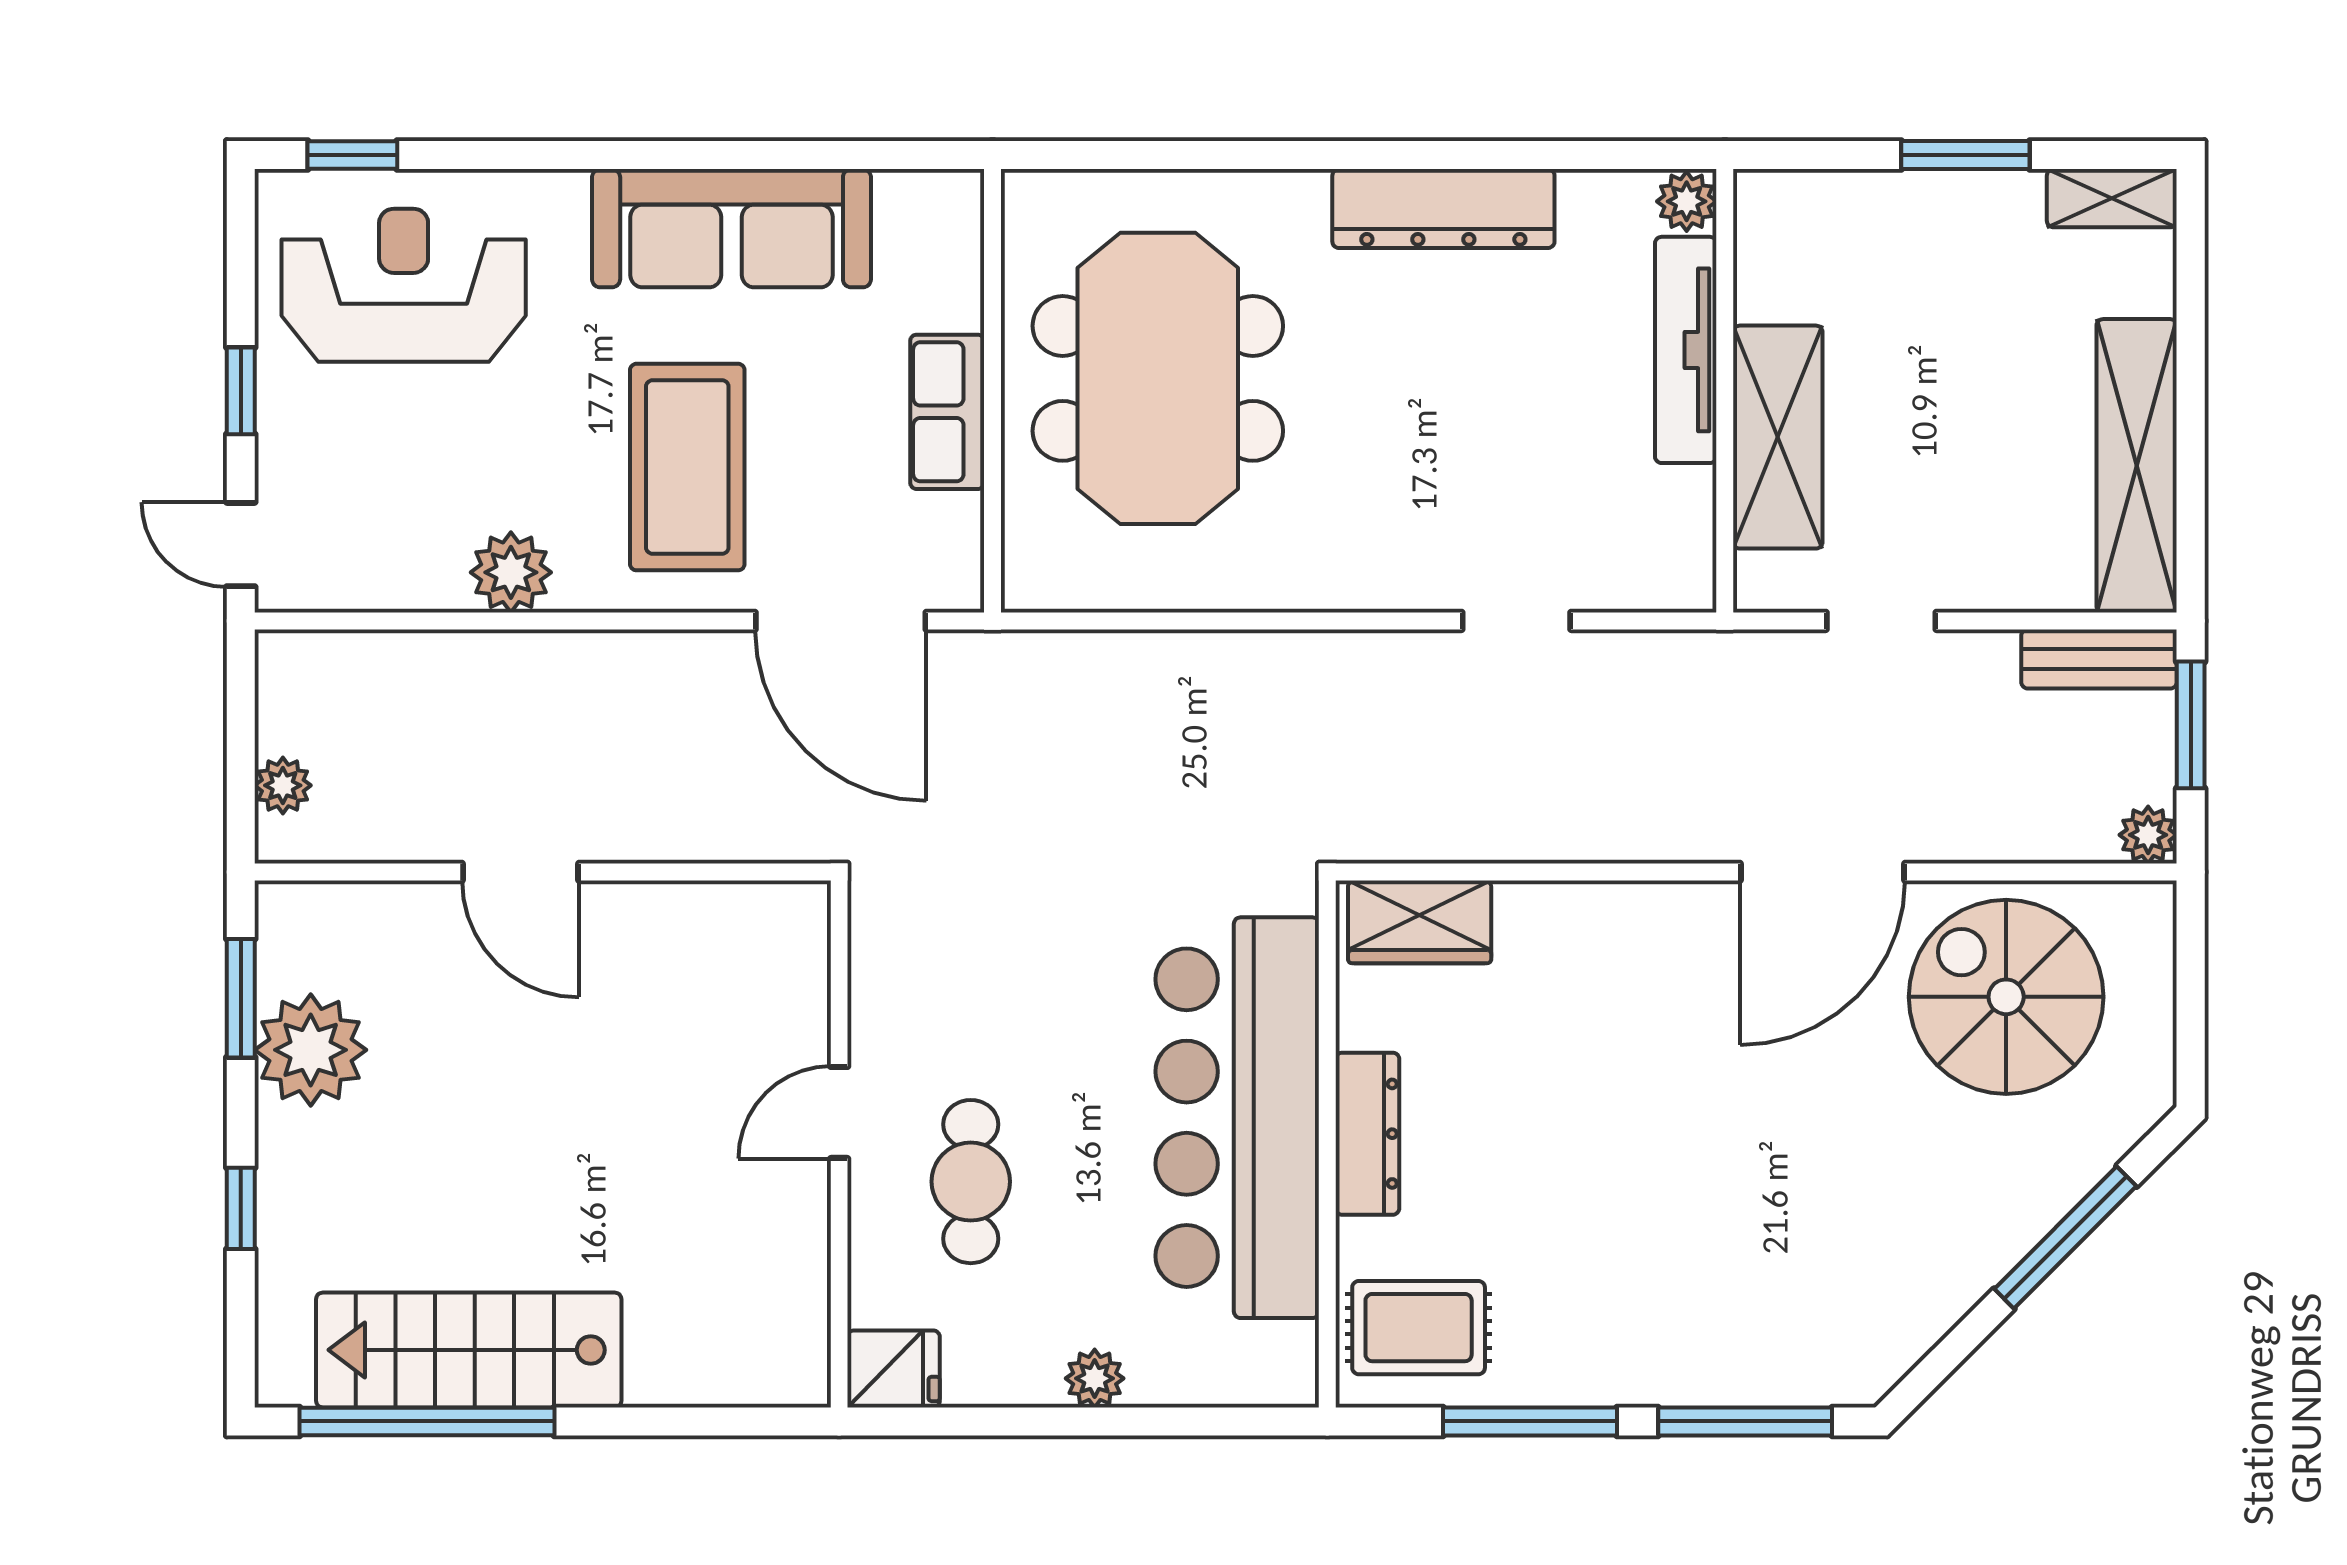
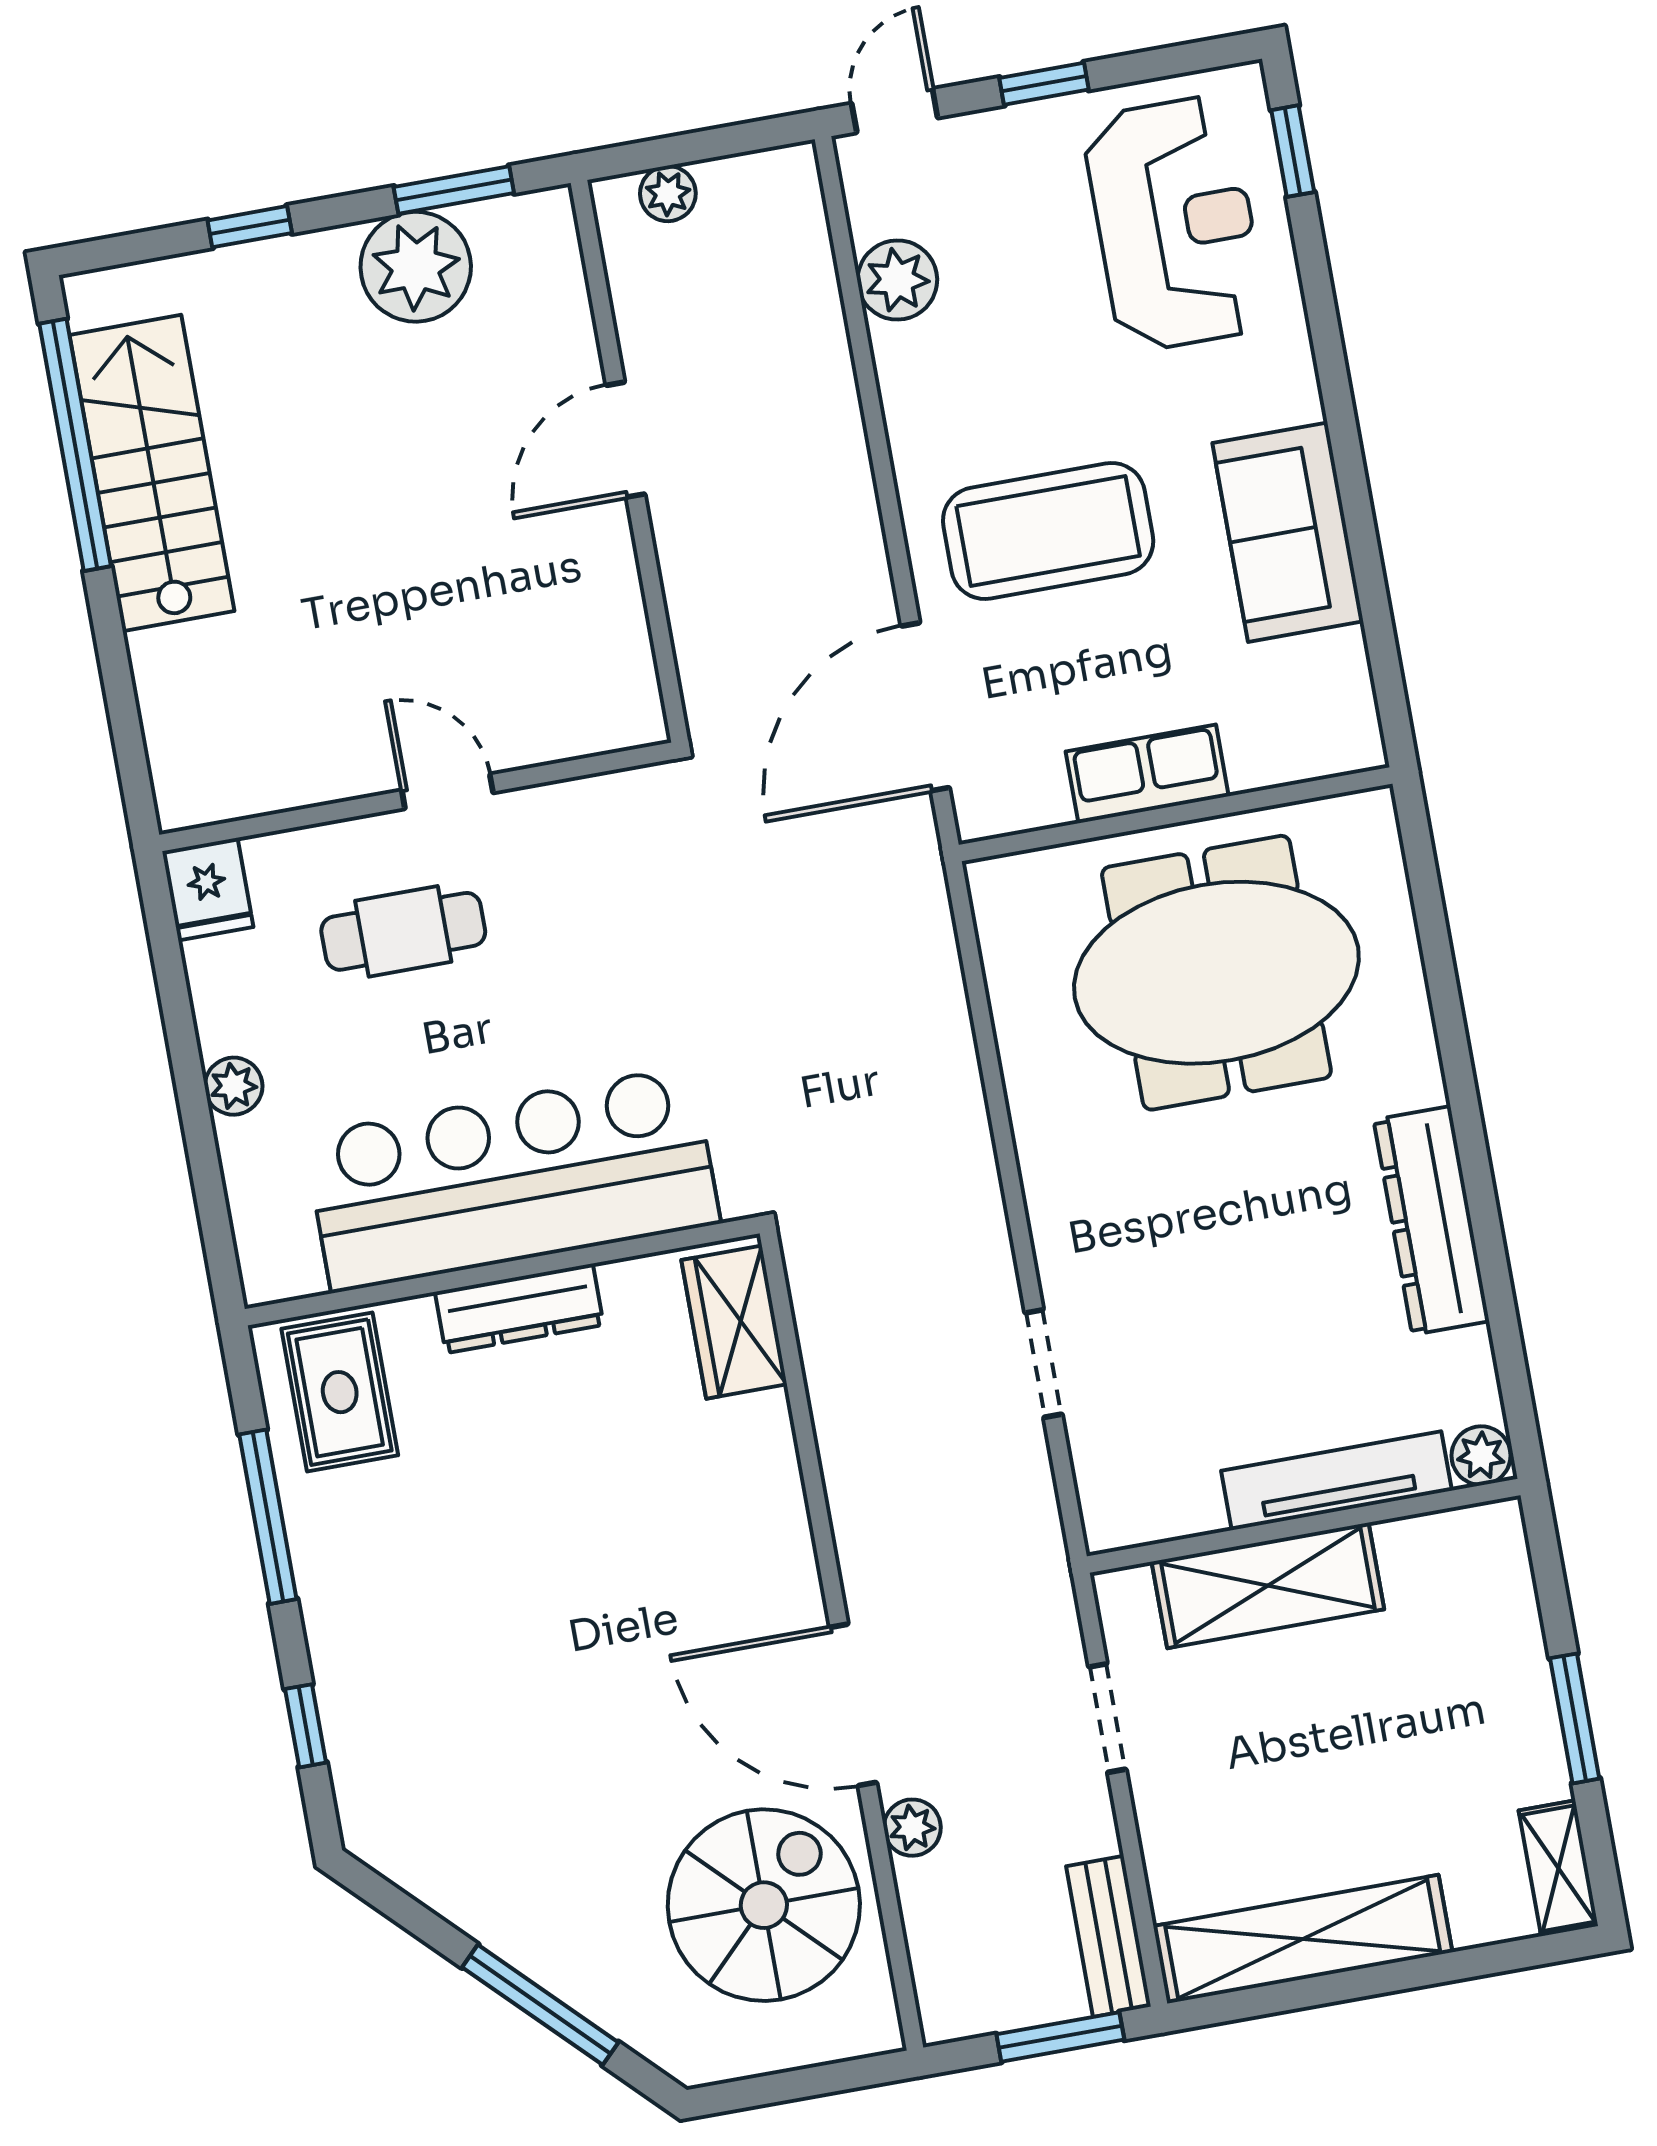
sofa: (732, 228) -> (1288, 532), width x0.73
plant: (511, 572) -> (897, 280), moved
plant: (2148, 835) -> (912, 1828), moved
window: (1745, 1421) -> (306, 1726), width x0.46

